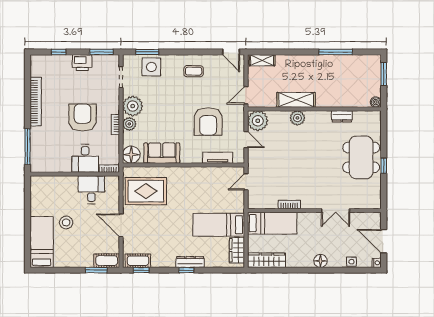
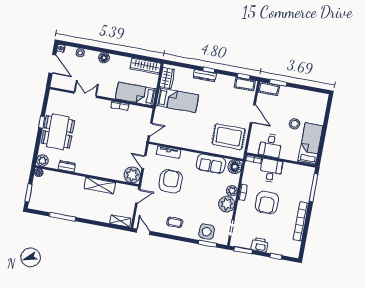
plant: (297, 118) -> (42, 160), moved
bed: (42, 242) -> (310, 144), moved, turned 180

